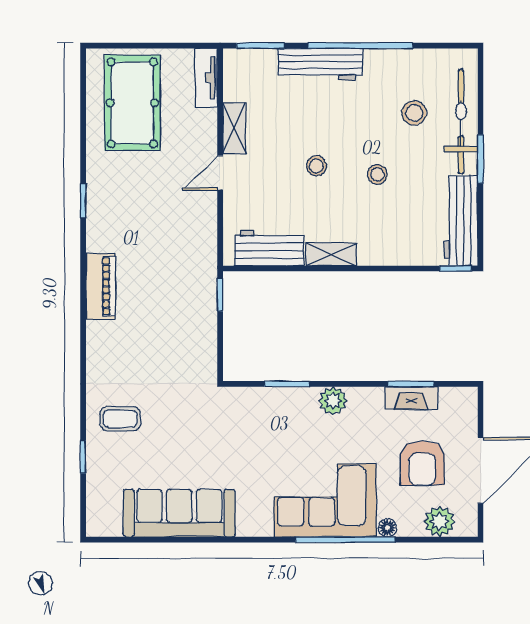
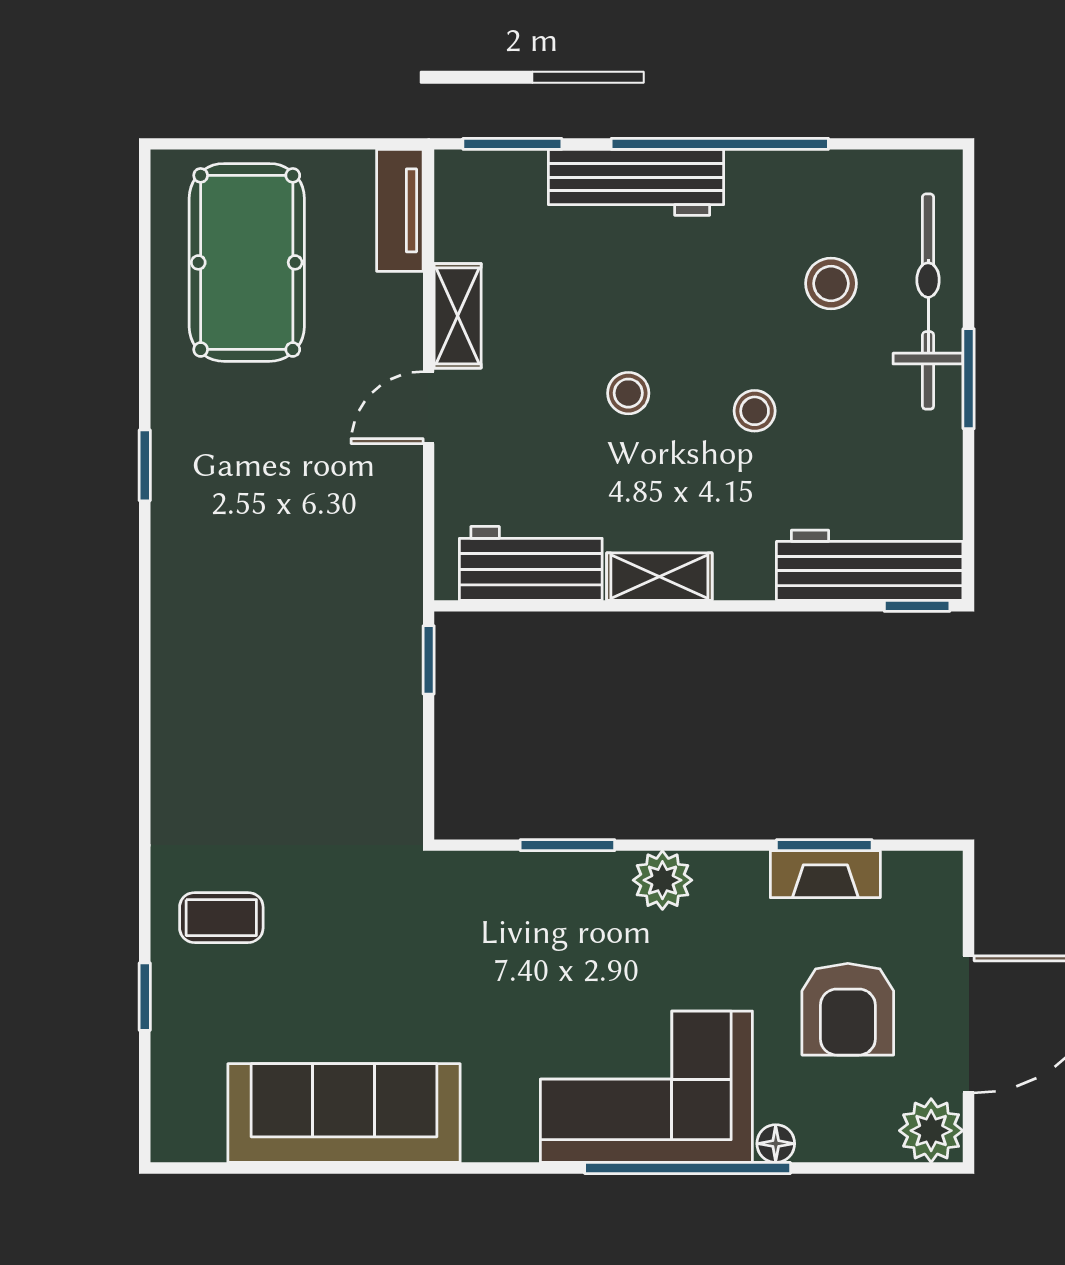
workbench: (461, 221) -> (870, 565), moved, turned 90
piano: (101, 286) -> (181, 643), removed
plant: (440, 522) -> (931, 1131), moved

